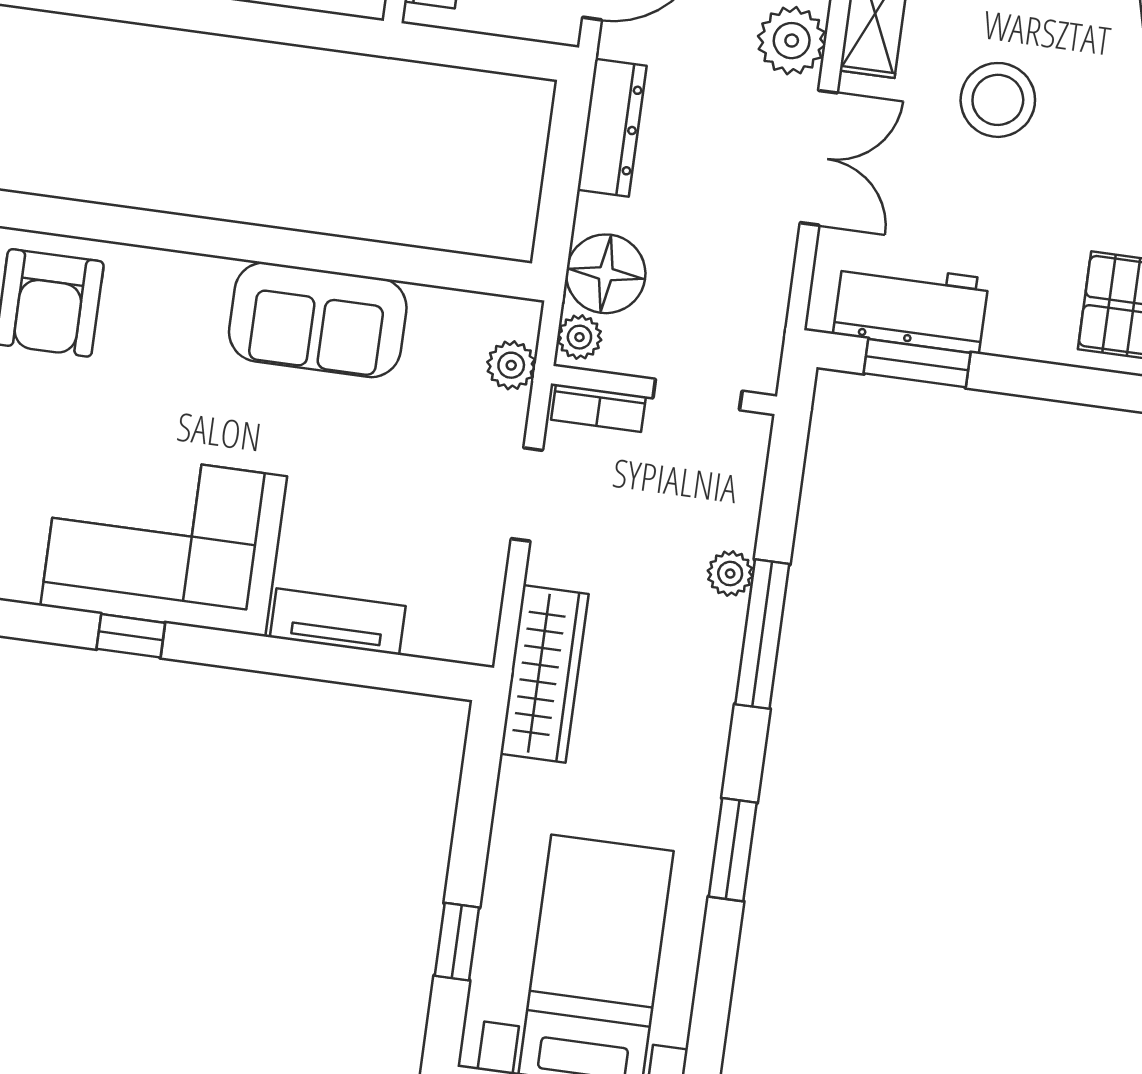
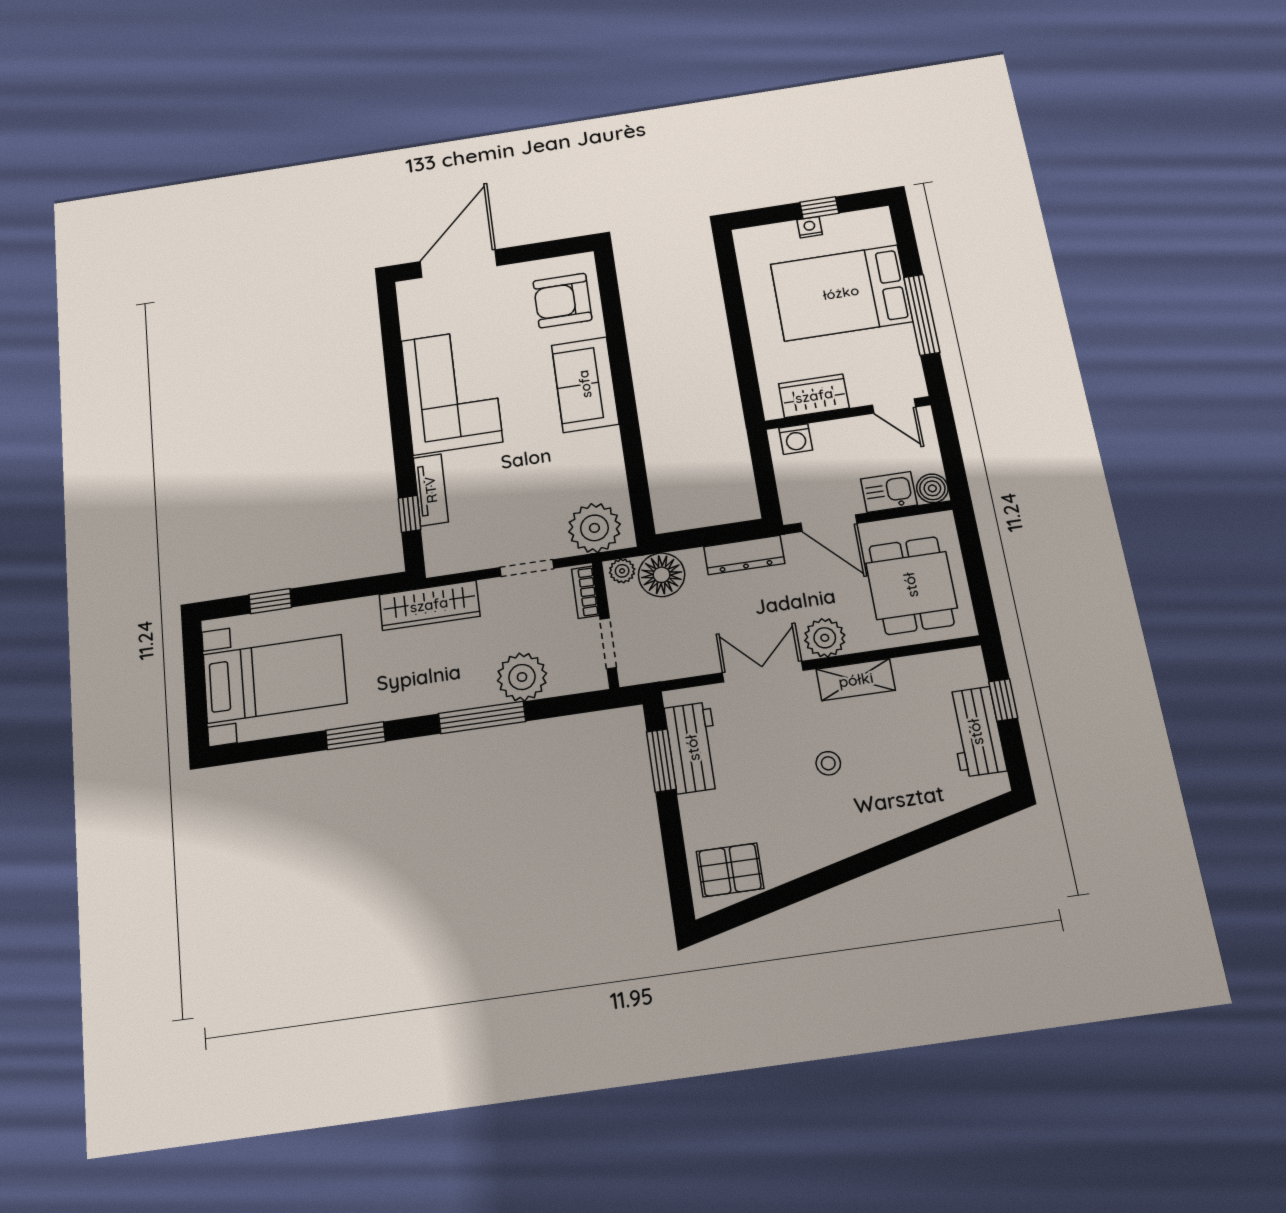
stool: (998, 100) -> (828, 763), width x0.53, depth x0.53
double door: (819, 158) -> (763, 672), swing flipped
sofa: (318, 320) -> (585, 384), moved
plant: (511, 365) -> (594, 528), width x1.88, depth x1.88
plant: (730, 574) -> (522, 677), width x1.87, depth x1.87
window: (131, 636) -> (409, 514), moved

